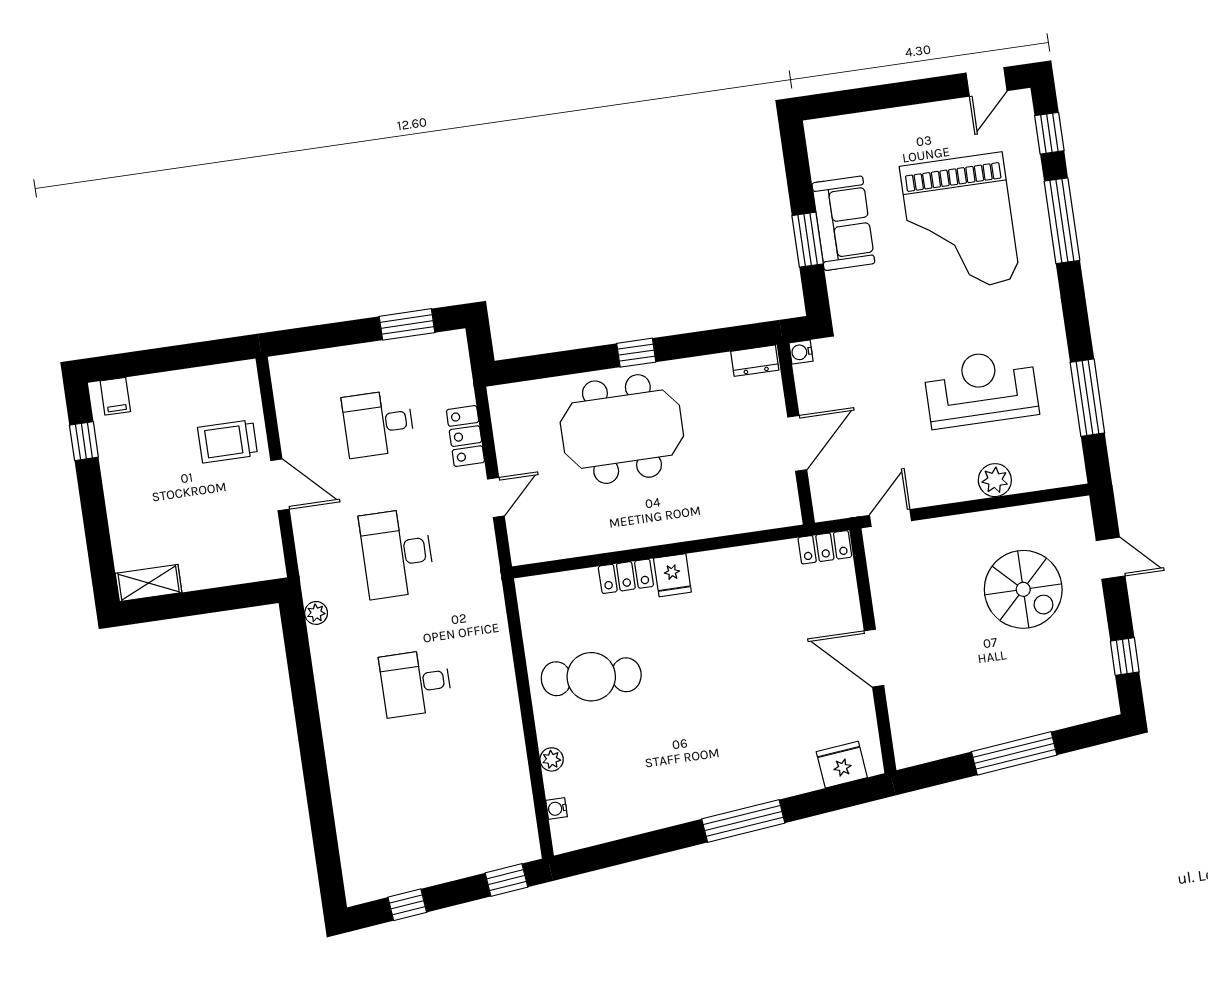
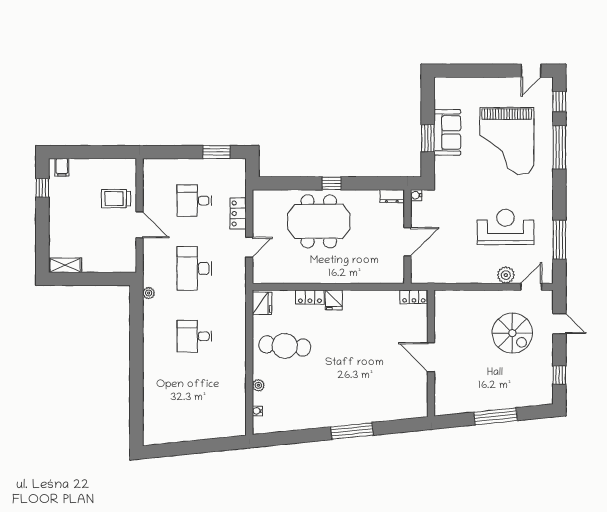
door: (891, 518) -> (531, 287), moved
fridge: (842, 765) -> (262, 303), moved, turned 96
window: (506, 880) -> (226, 444), removed
window: (407, 905) -> (174, 449), removed

